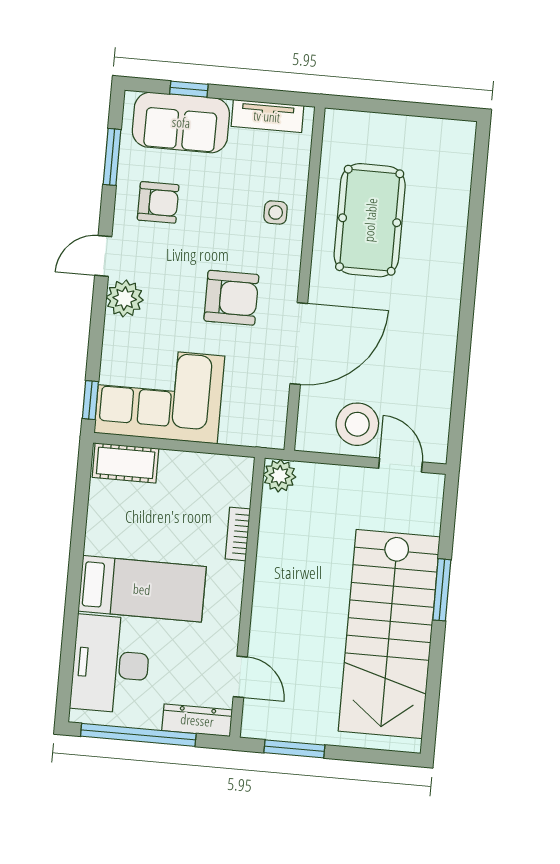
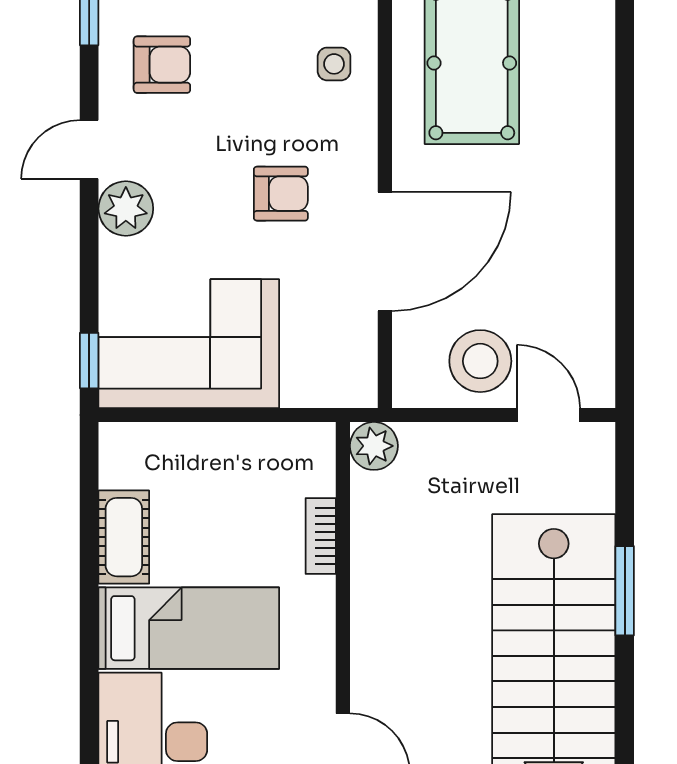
armchair: (231, 298) -> (281, 194), width x0.72, depth x0.72
cot: (126, 463) -> (124, 537), moved, turned 90

